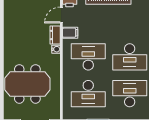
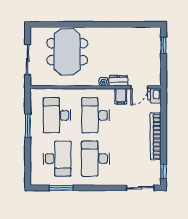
door: (61, 15) -> (139, 87), swing flipped
desk: (88, 57) -> (96, 115), turned 180

